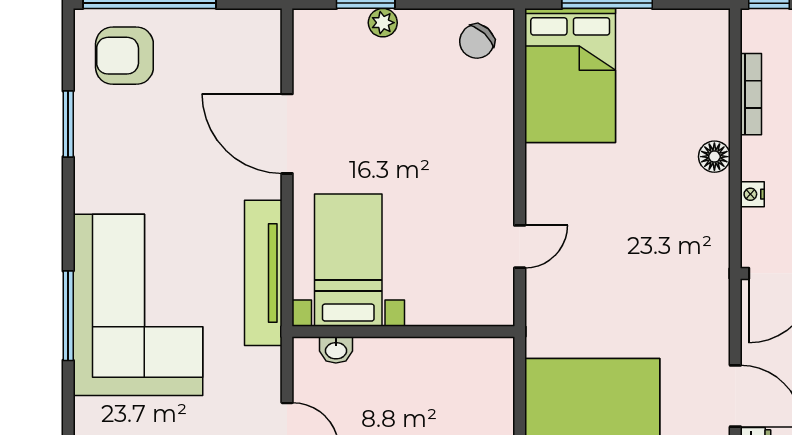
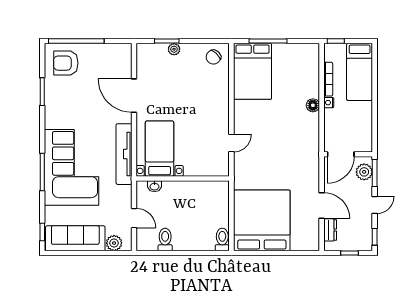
nightstand: (752, 194) -> (329, 103), moved

